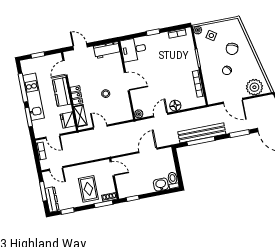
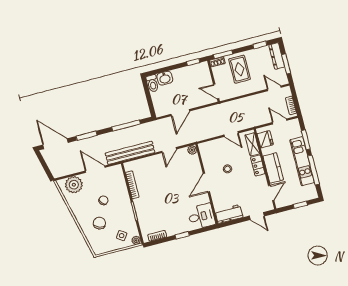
door: (127, 82) -> (206, 183), hinge flipped
floor lamp: (175, 106) -> (155, 161), removed
bench: (202, 133) -> (130, 153), moved

